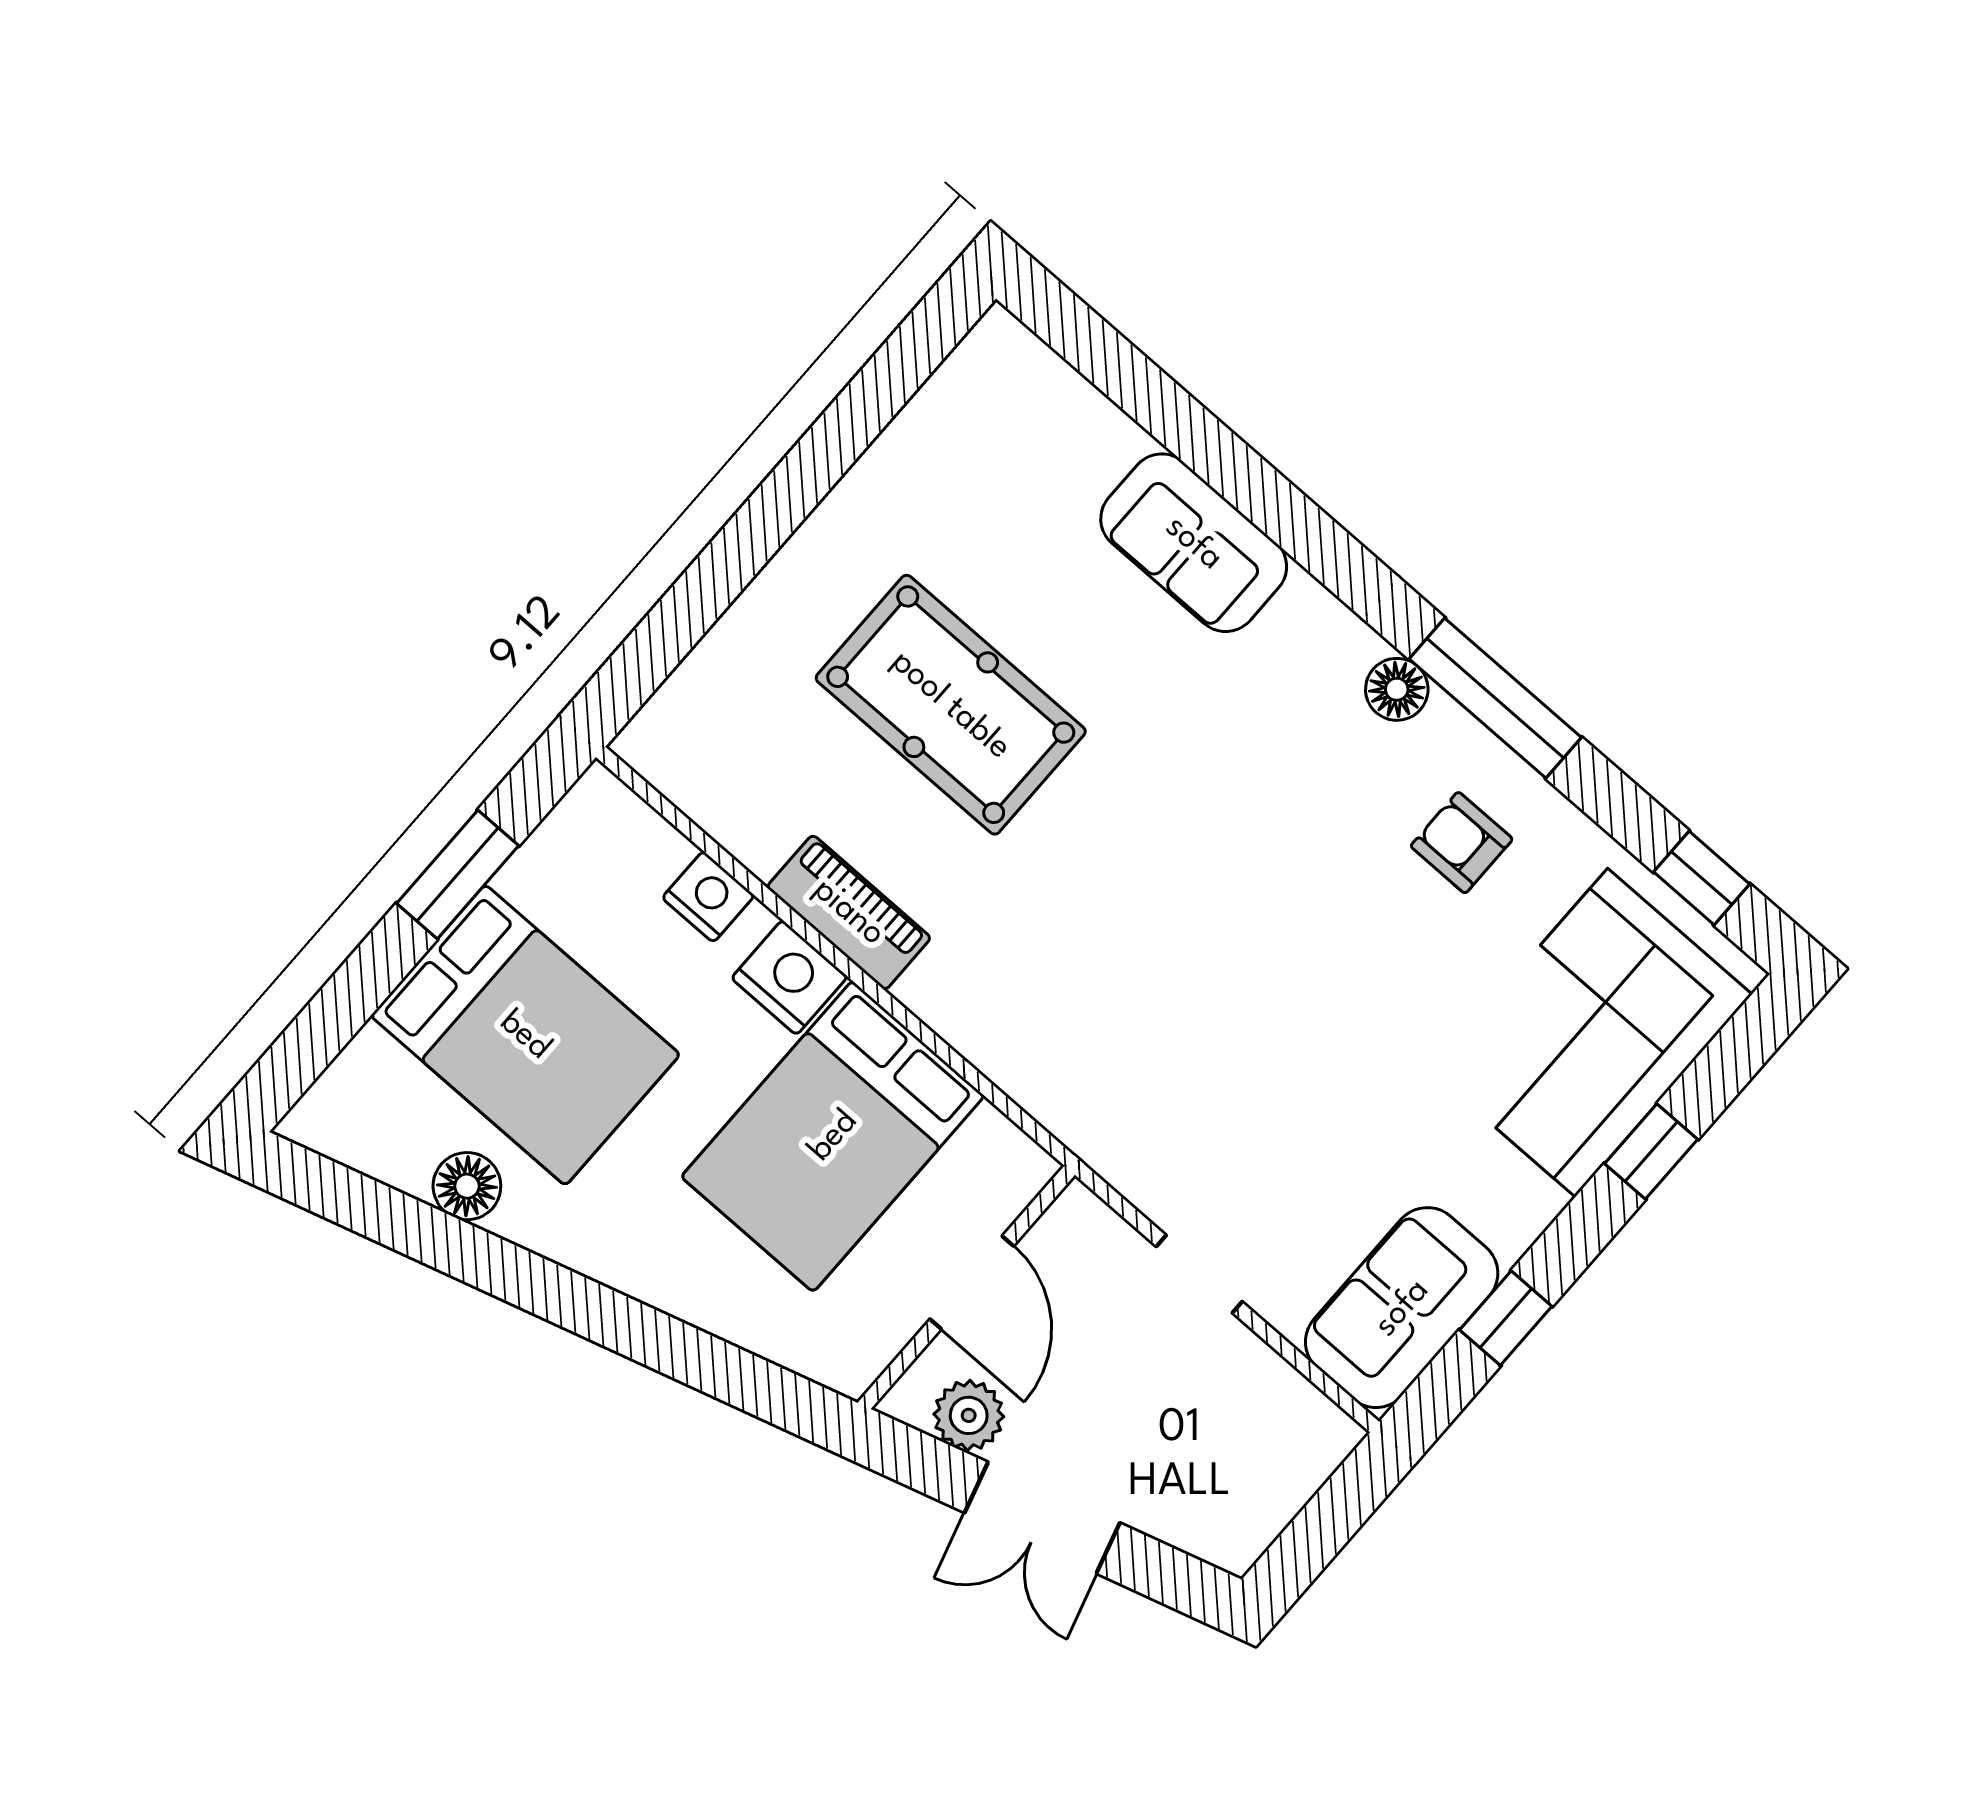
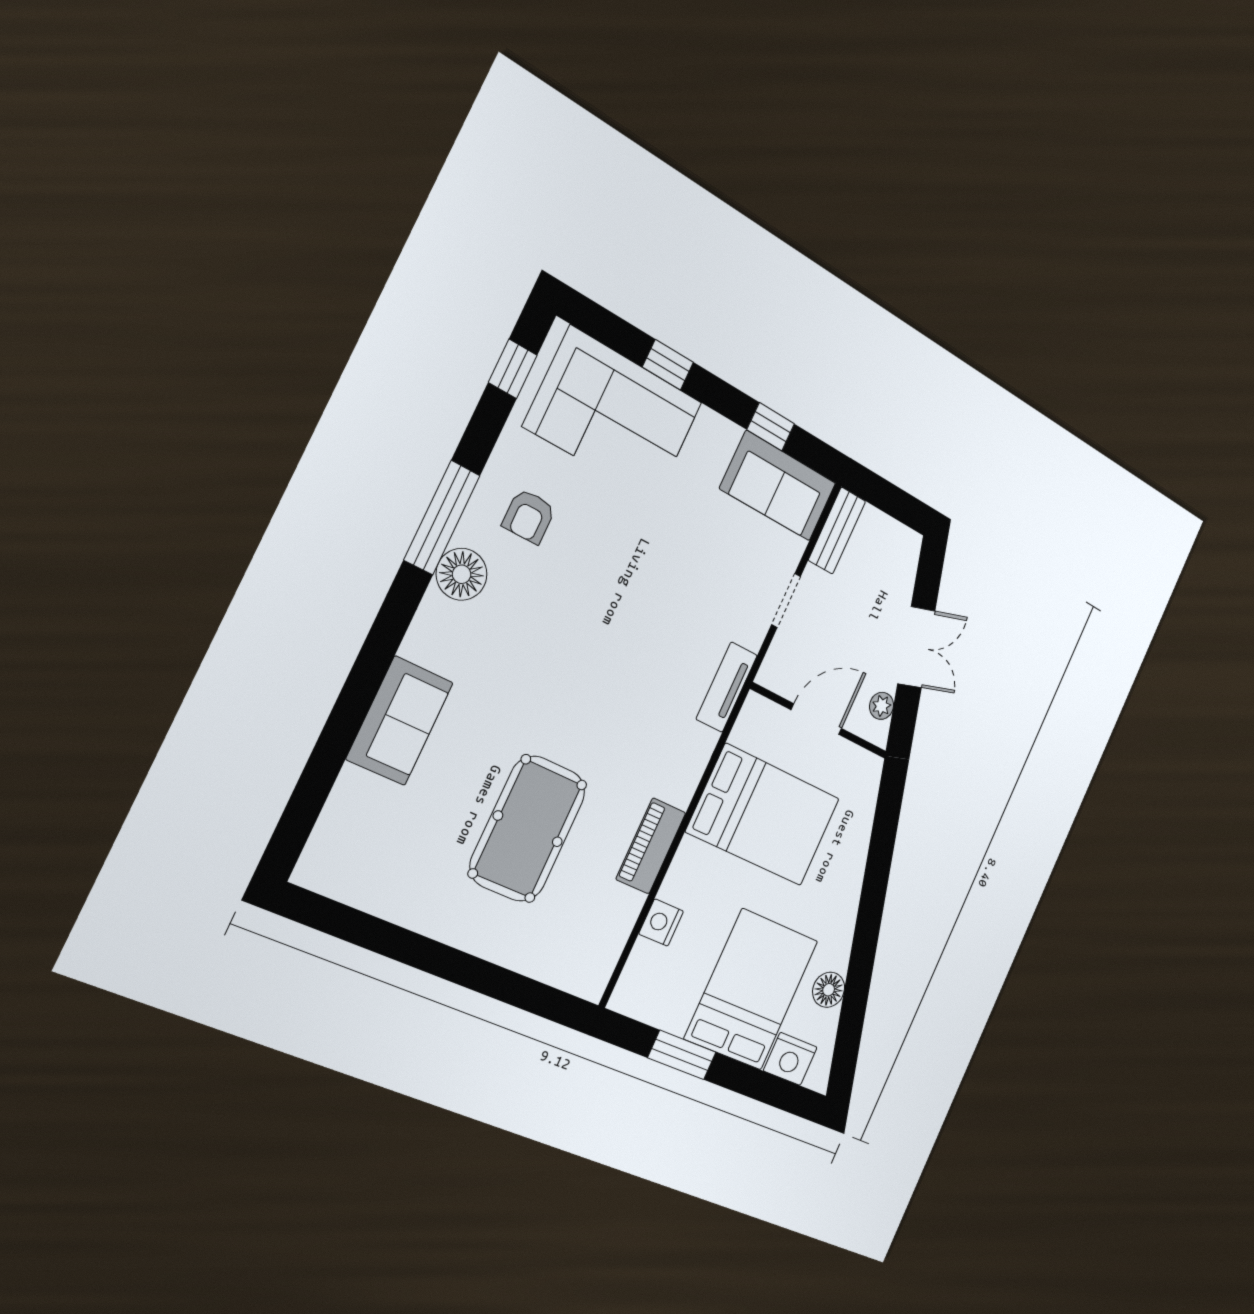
floor lamp: (1397, 689) -> (462, 574), width x1.38, depth x1.38
nightstand: (789, 977) -> (790, 1059), moved, turned -90
tv unit: (1080, 1123) -> (727, 687), added
bench: (1295, 1405) -> (837, 531), added
plant: (969, 1415) -> (882, 706), width x0.73, depth x0.73

